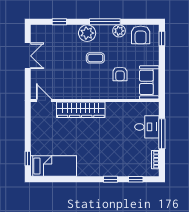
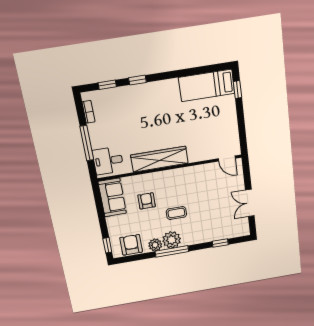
plant: (87, 33) -> (172, 240), moved
wardrobe: (81, 110) -> (159, 159), moved
desk: (147, 127) -> (108, 161), moved

